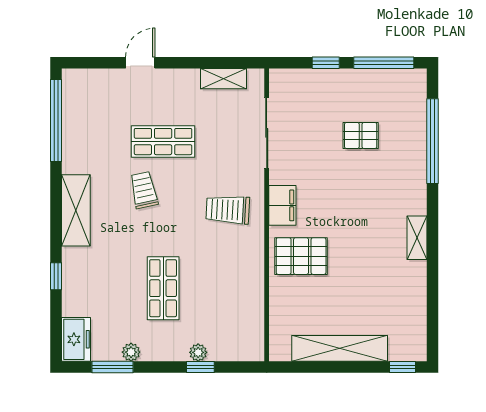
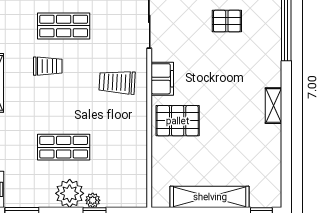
trolley: (144, 190) -> (48, 66), turned 102
shop shelf: (163, 288) -> (64, 147), turned 90
plant: (131, 352) -> (70, 193), moved, width x1.87, depth x1.87

